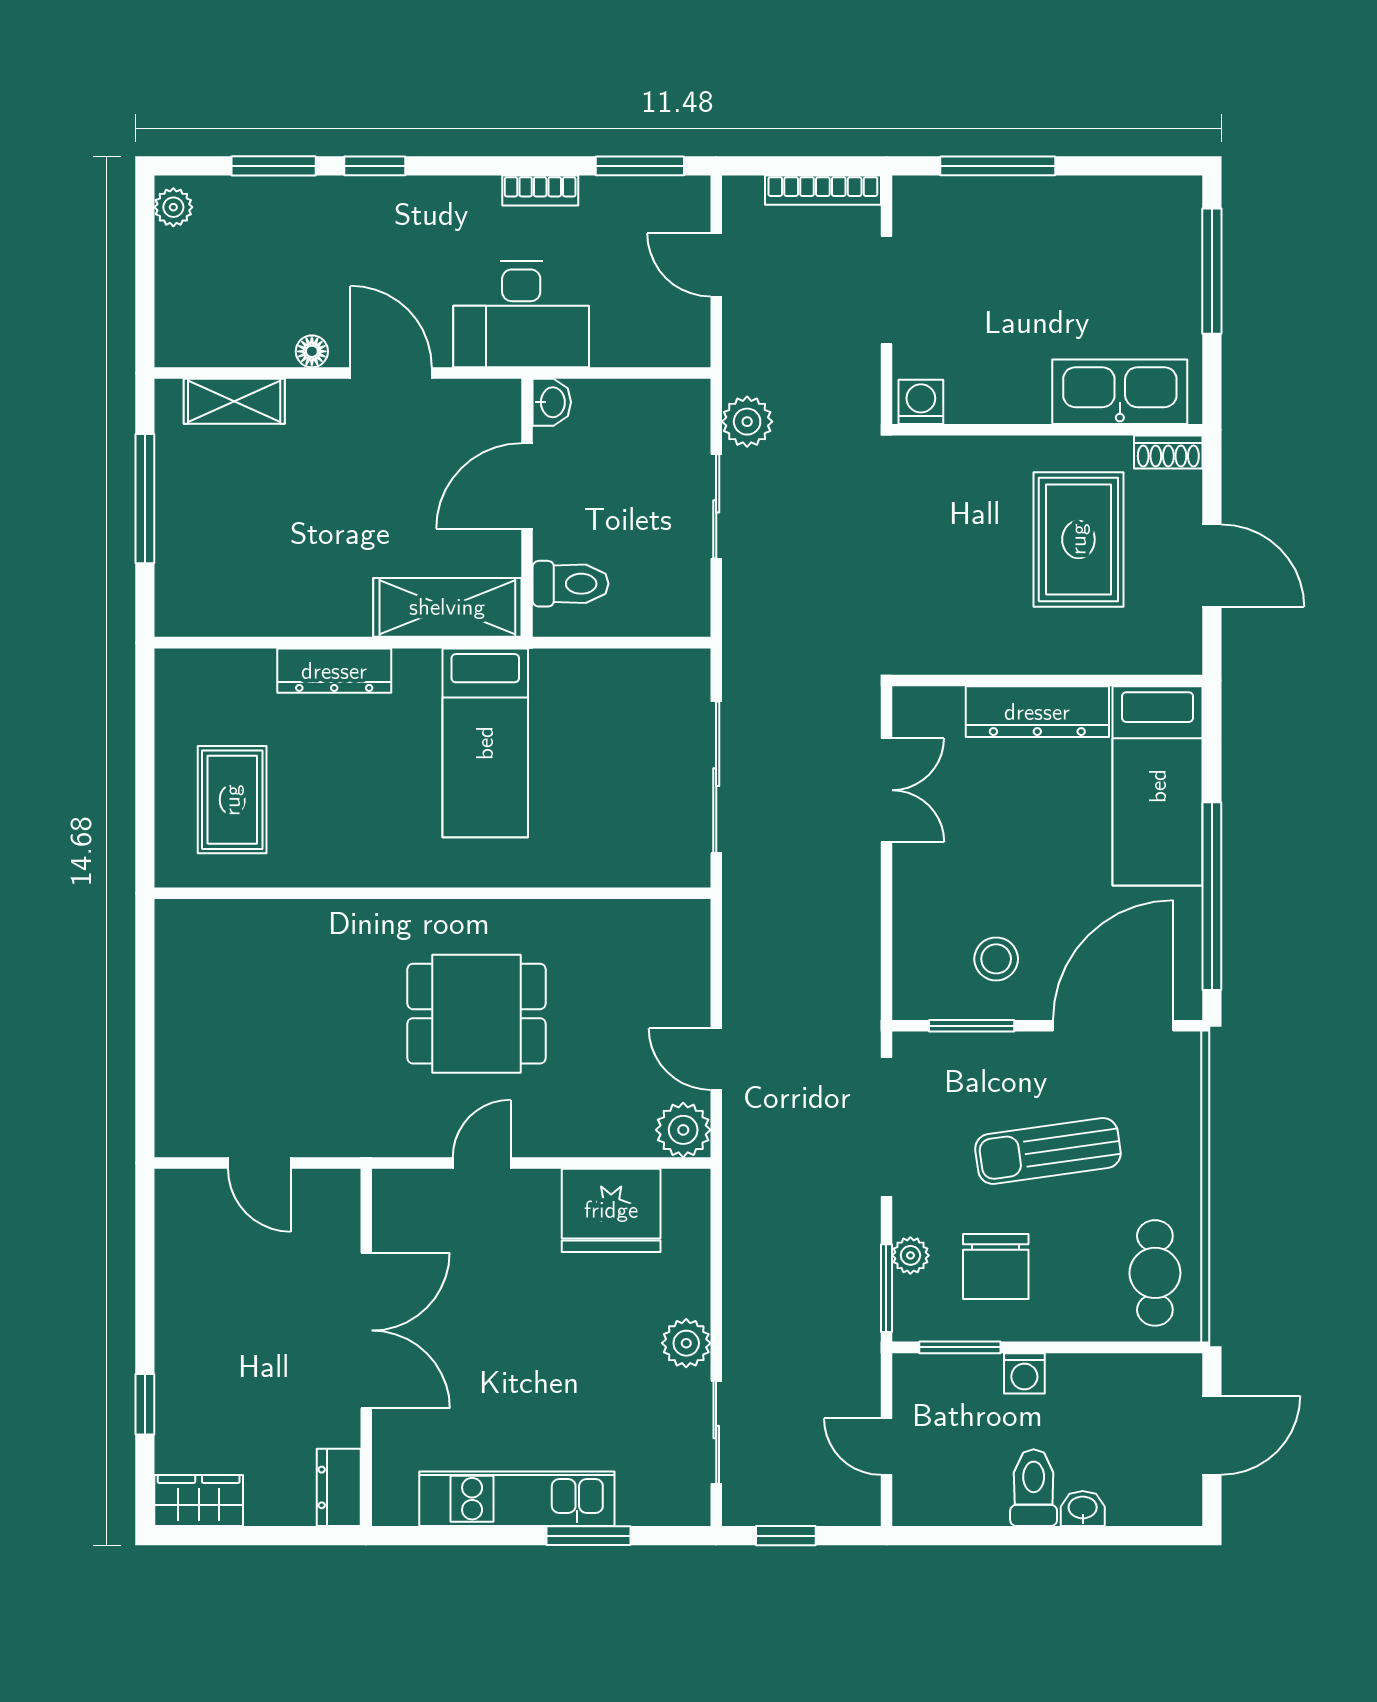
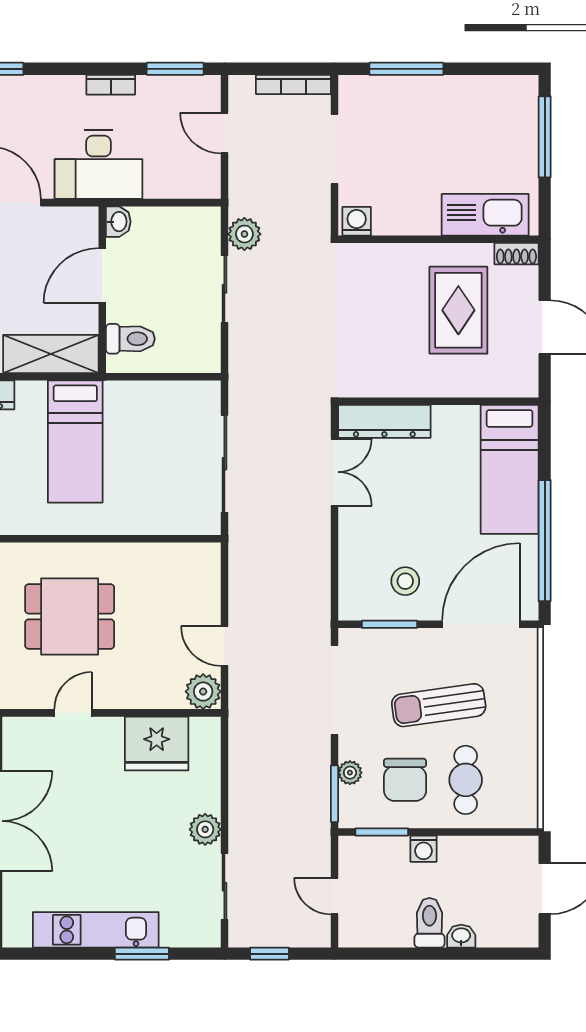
dresser: (1037, 712) -> (384, 421), moved
cafe table: (1155, 1273) -> (466, 780), moved

